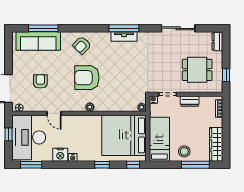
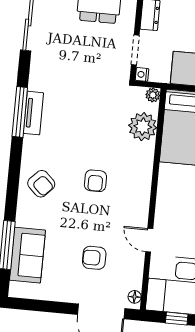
sofa: (38, 41) -> (27, 255), width x0.73
armchair: (87, 78) -> (95, 181), width x0.53, depth x0.53
plant: (90, 107) -> (143, 127), moved, width x1.88, depth x1.88
door: (54, 113) -> (149, 240), swing flipped

